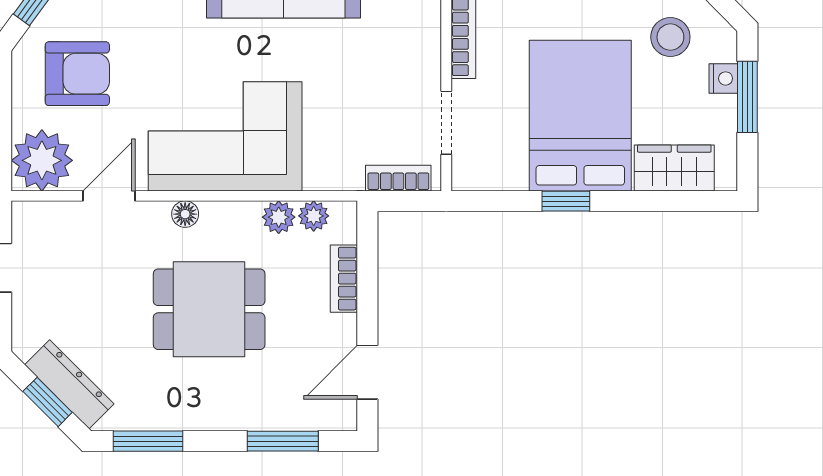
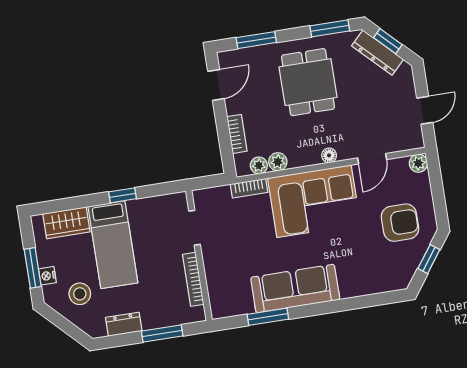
armchair: (77, 74) -> (400, 223), turned 180
bed: (580, 116) -> (113, 245), width x0.67
plant: (42, 160) -> (418, 163), width x0.53, depth x0.53
bookcase: (398, 178) -> (249, 188), moved
dining table: (209, 309) -> (308, 82), moved, turned 90

